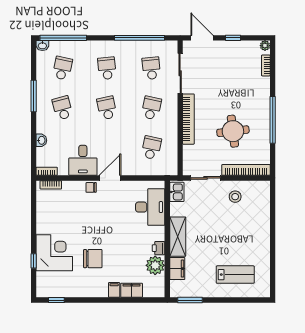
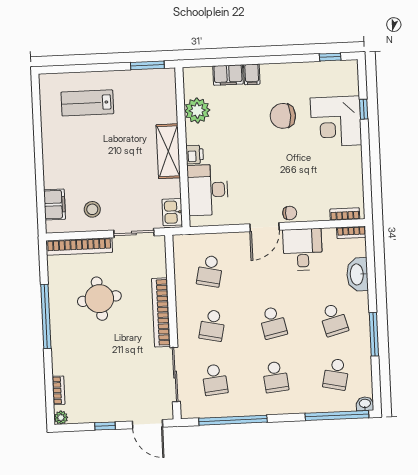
washbasin: (41, 140) -> (357, 274), width x1.91, depth x1.45
printer: (159, 248) -> (195, 155), moved
filing cabinet: (177, 269) -> (54, 205), moved, turned 180

